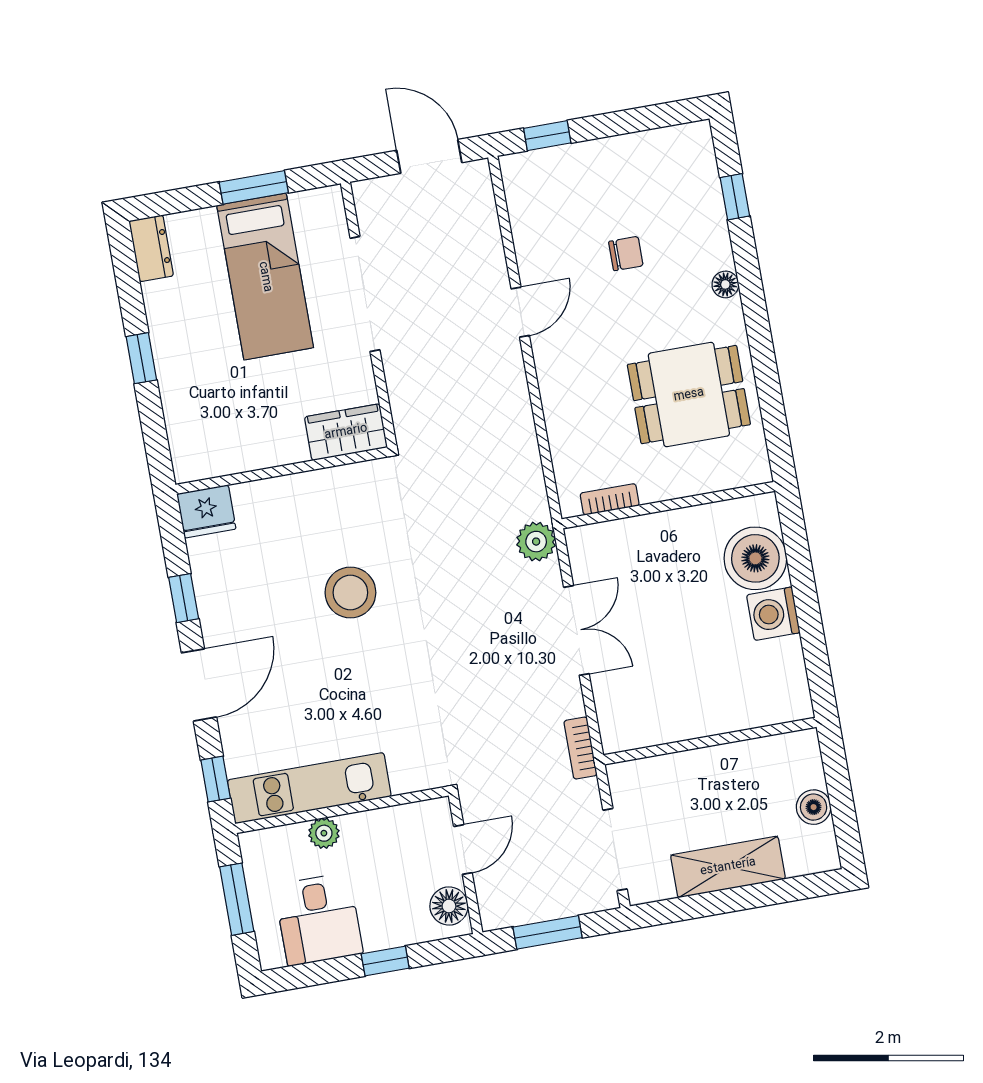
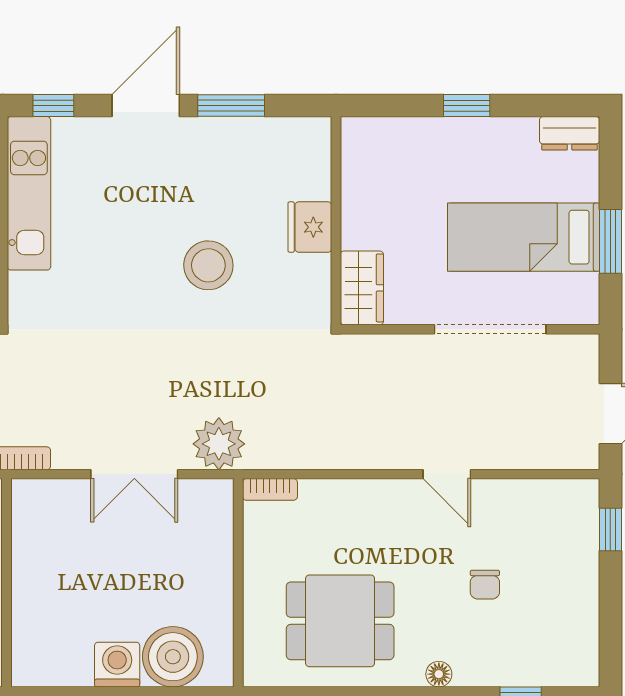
dining table: (689, 395) -> (340, 621), turned 90
bookcase: (610, 499) -> (270, 489), moved, turned 90
fridge: (206, 511) -> (310, 227), moved
plant: (536, 542) -> (219, 444), width x1.36, depth x1.36
window: (184, 598) -> (231, 106), width x1.50
door: (199, 685) -> (146, 106), swing flipped

